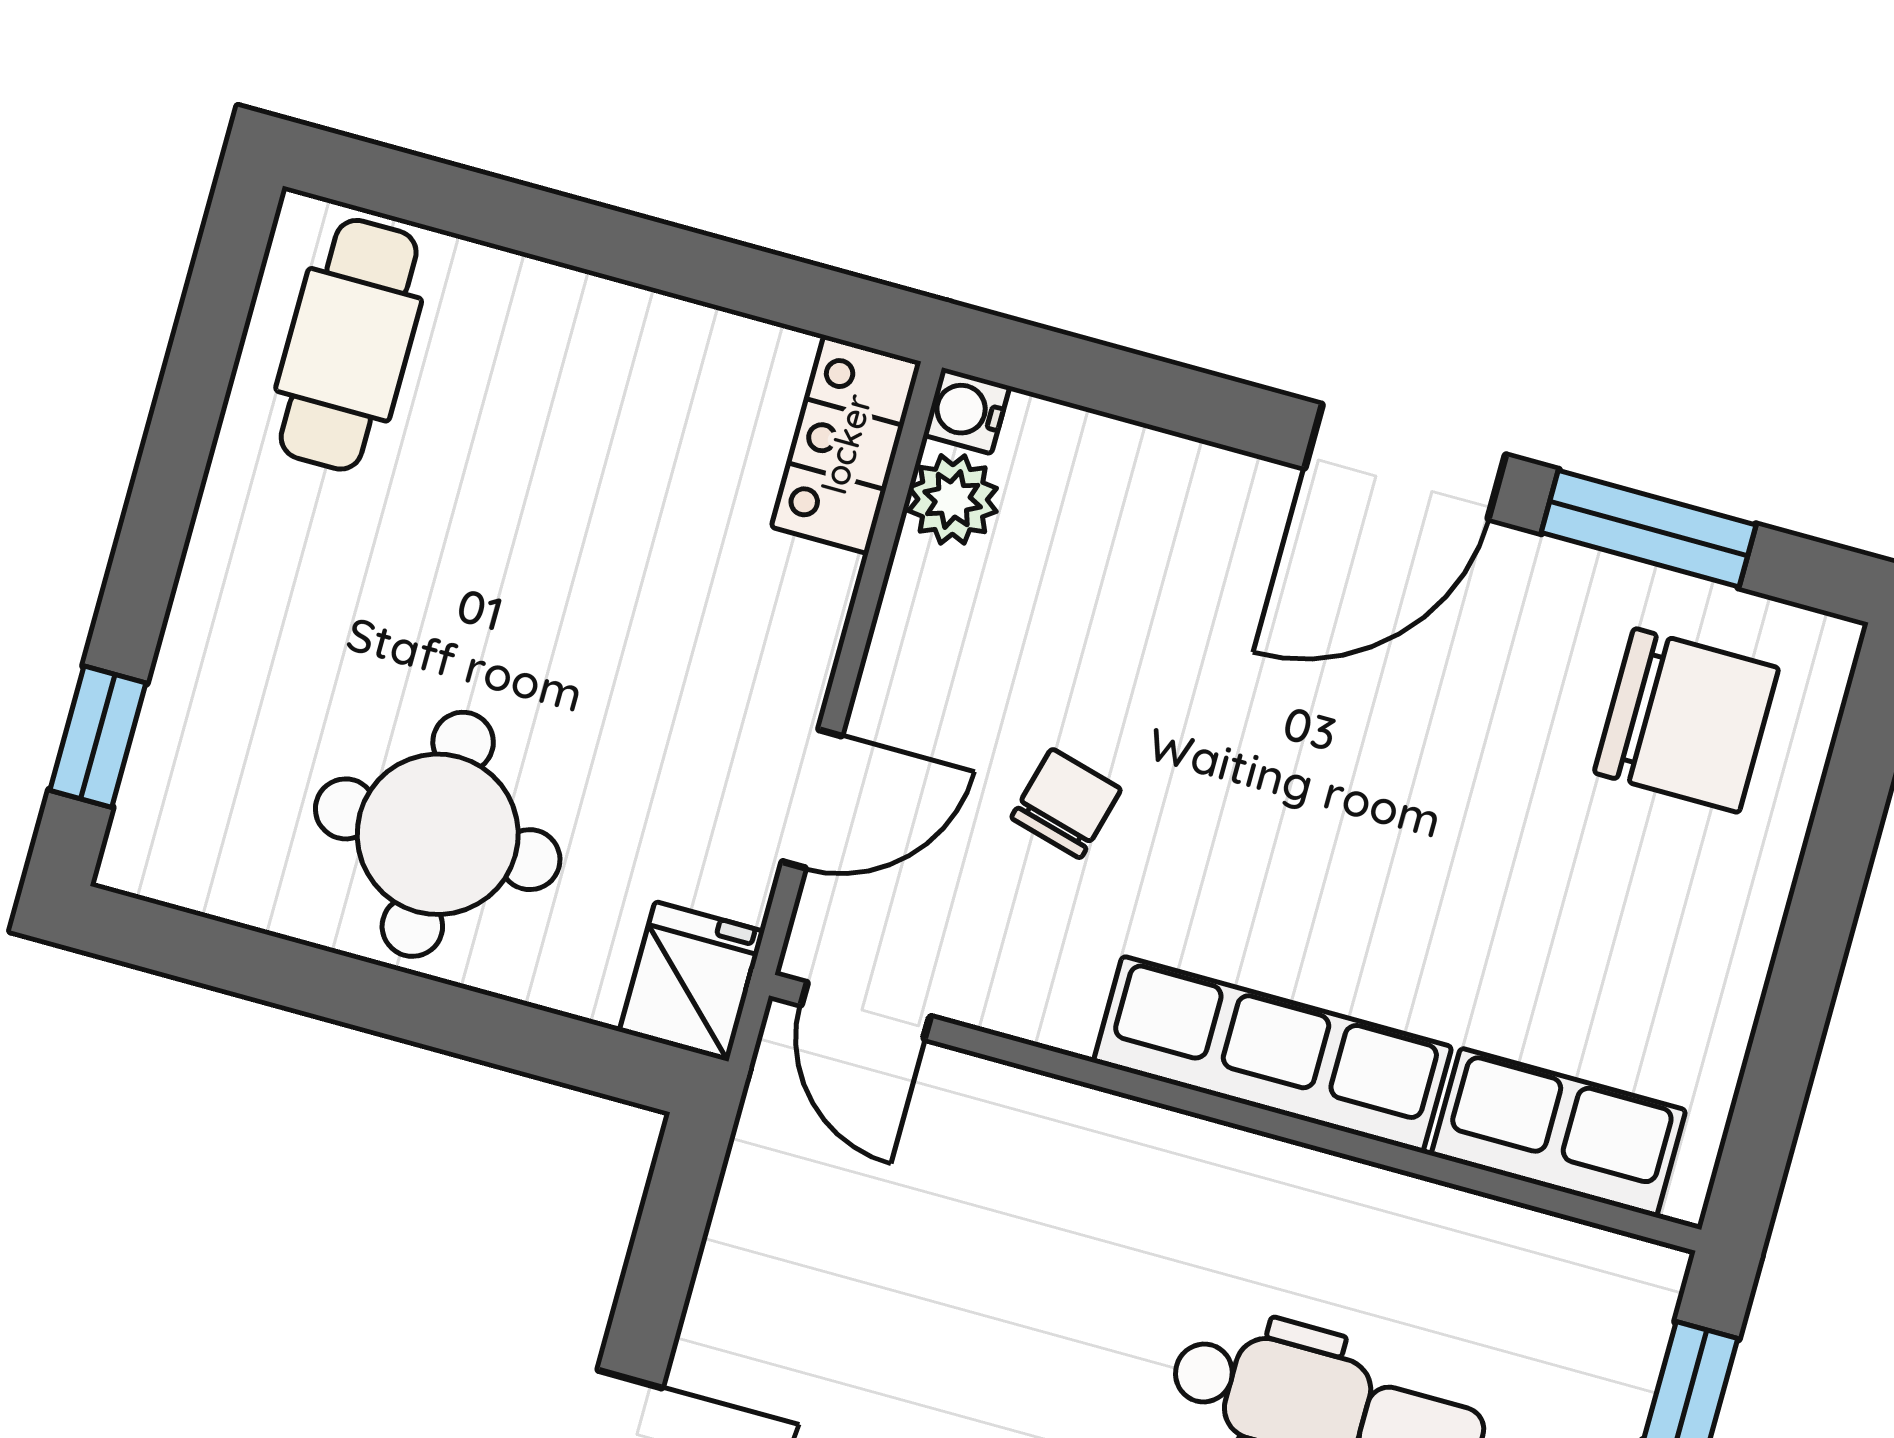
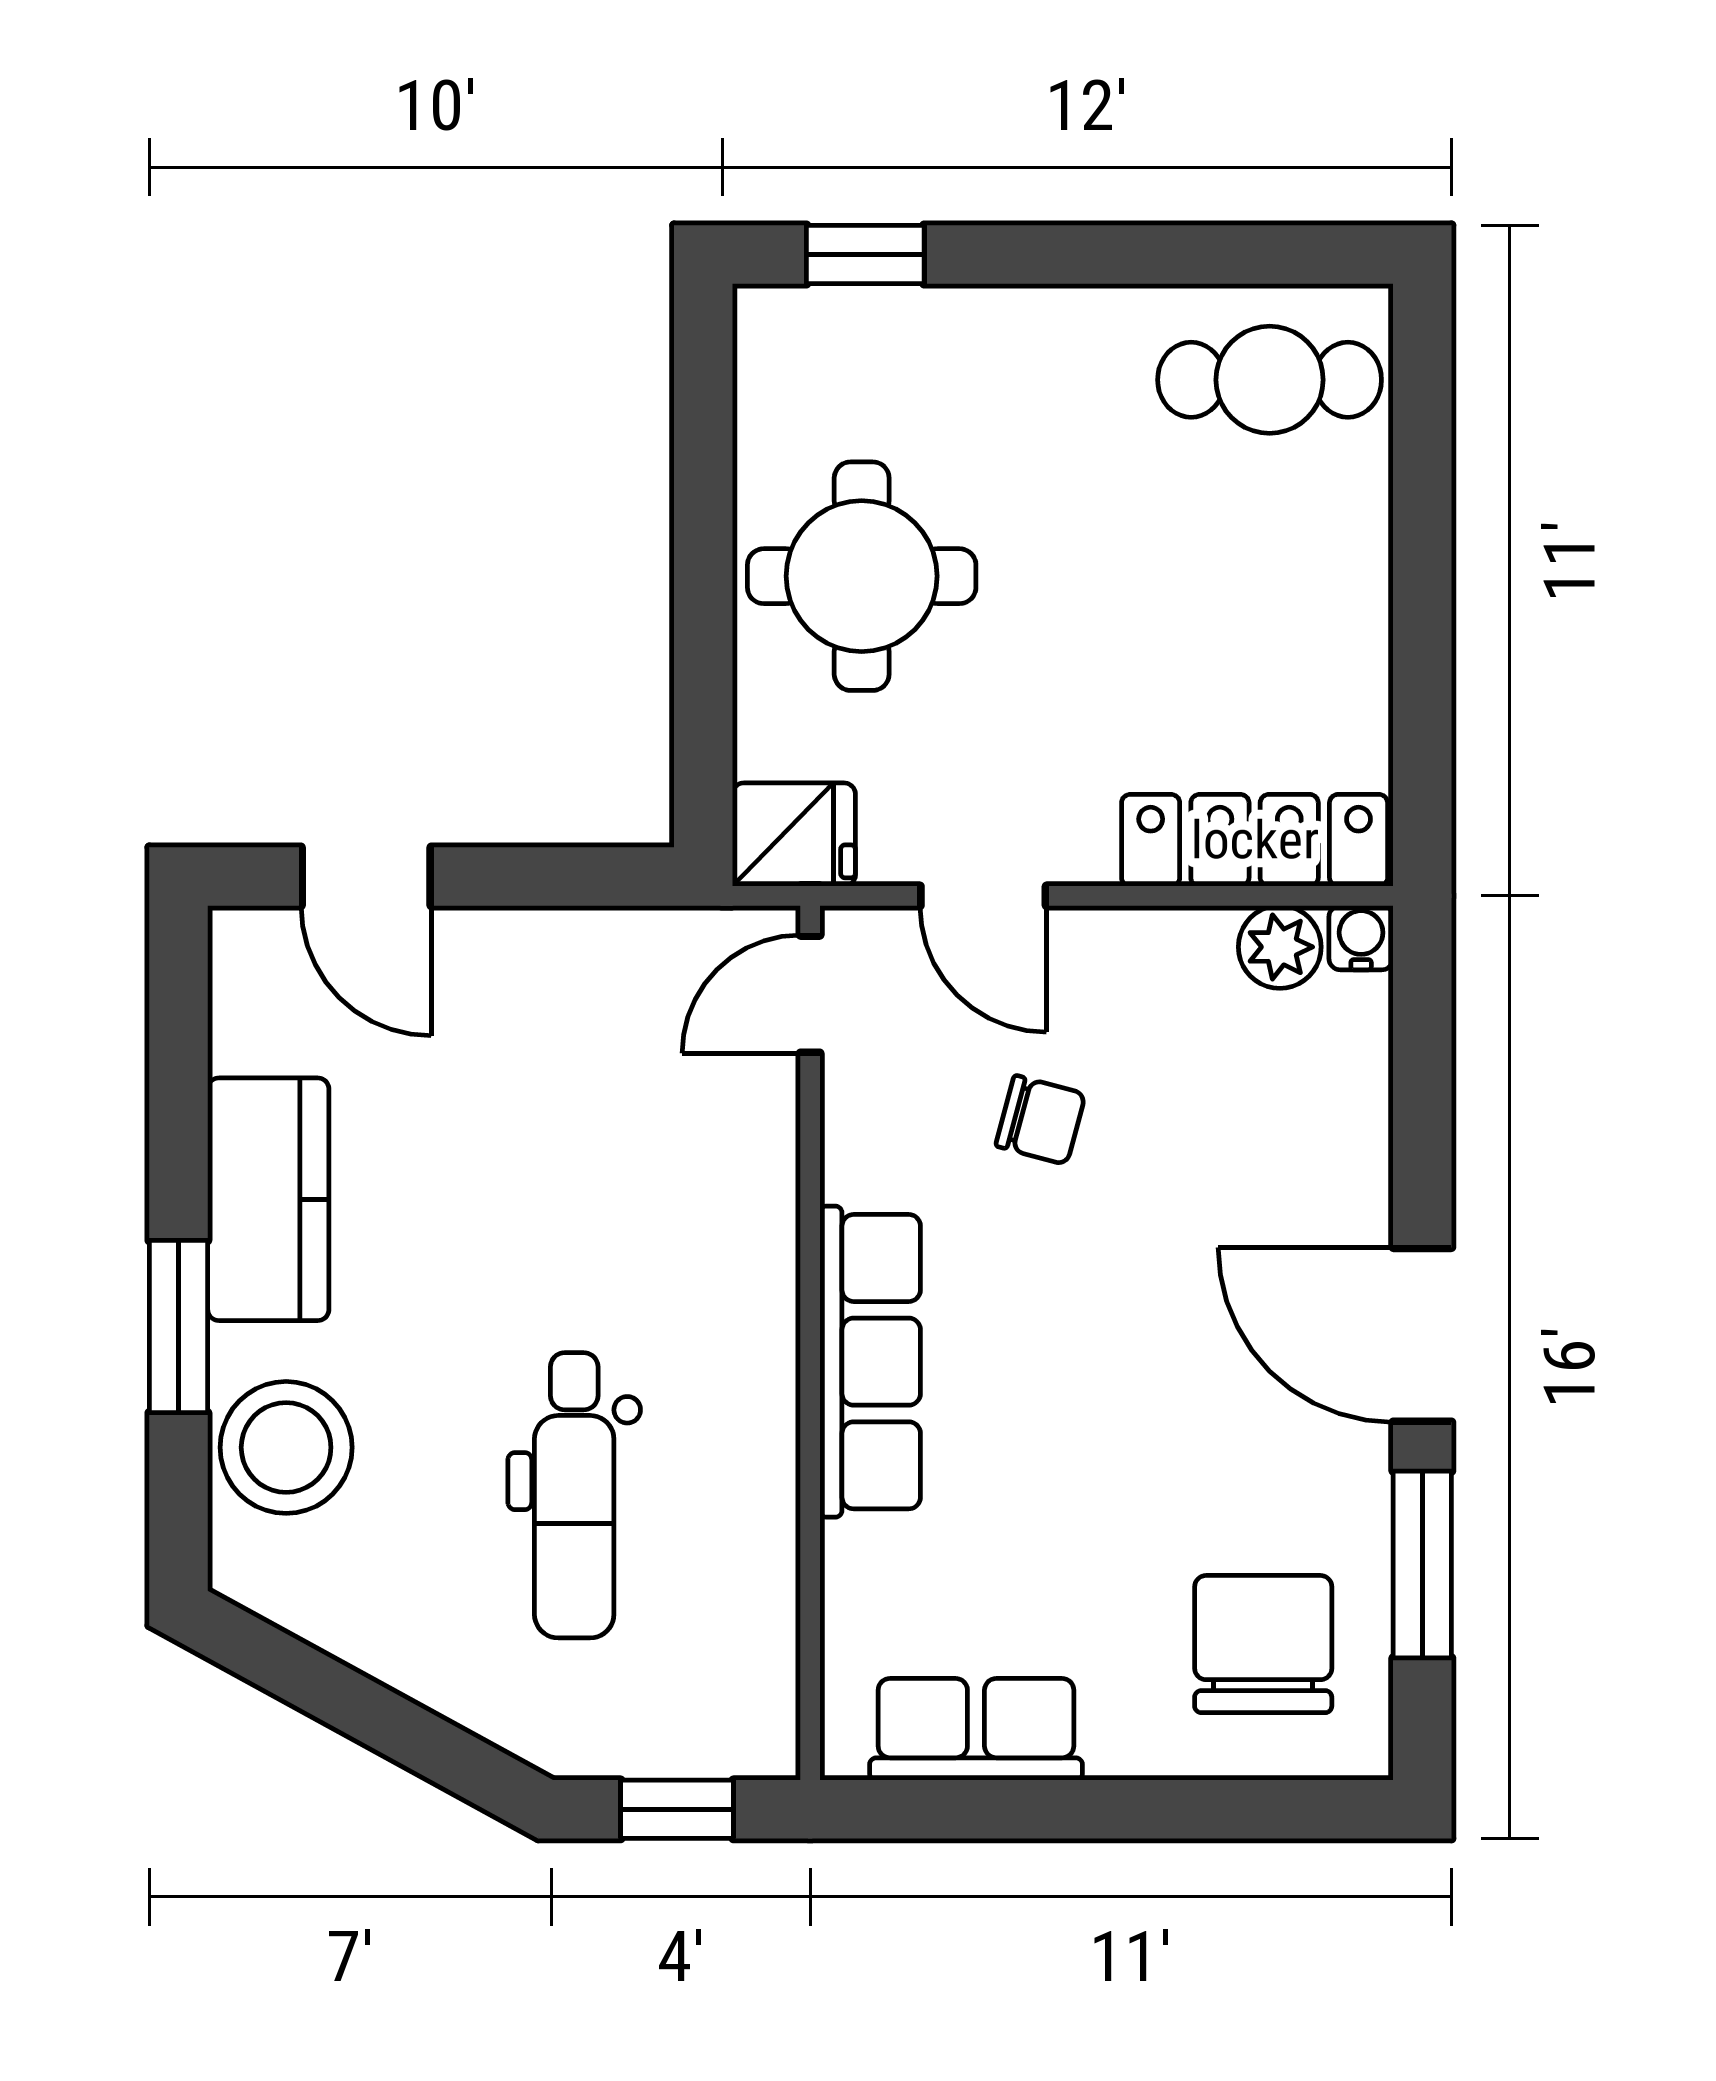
locker: (846, 444) -> (1255, 840), width x1.53
chair: (1686, 720) -> (1263, 1644), turned 180
row of seats: (1558, 1133) -> (976, 1729), moved, turned -90

